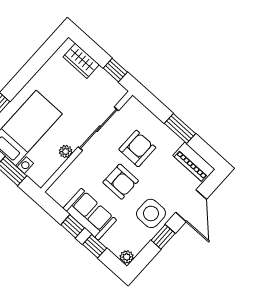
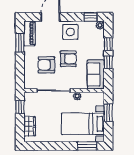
window: (180, 128) -> (20, 43), moved
armchair: (121, 182) -> (68, 59), turned 90
sofa: (90, 214) -> (96, 74), moved
window: (163, 237) -> (91, 17), moved

